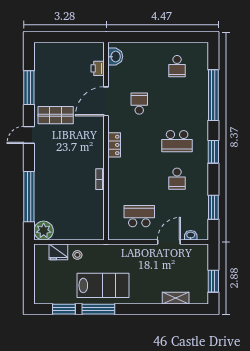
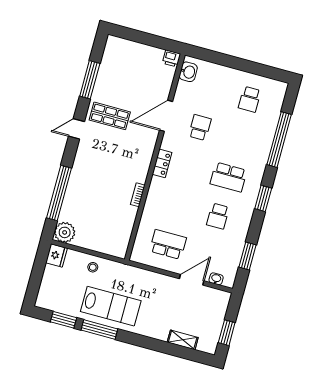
printer: (98, 68) -> (171, 58), moved, turned -90
fridge: (58, 252) -> (57, 255), moved, turned -90

